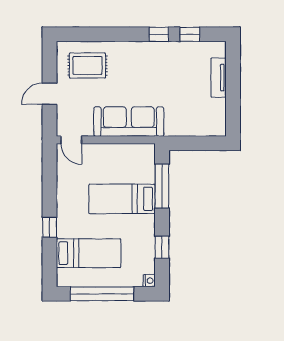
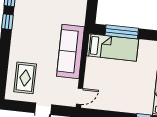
bed: (122, 199) -> (113, 47), moved, turned -90

